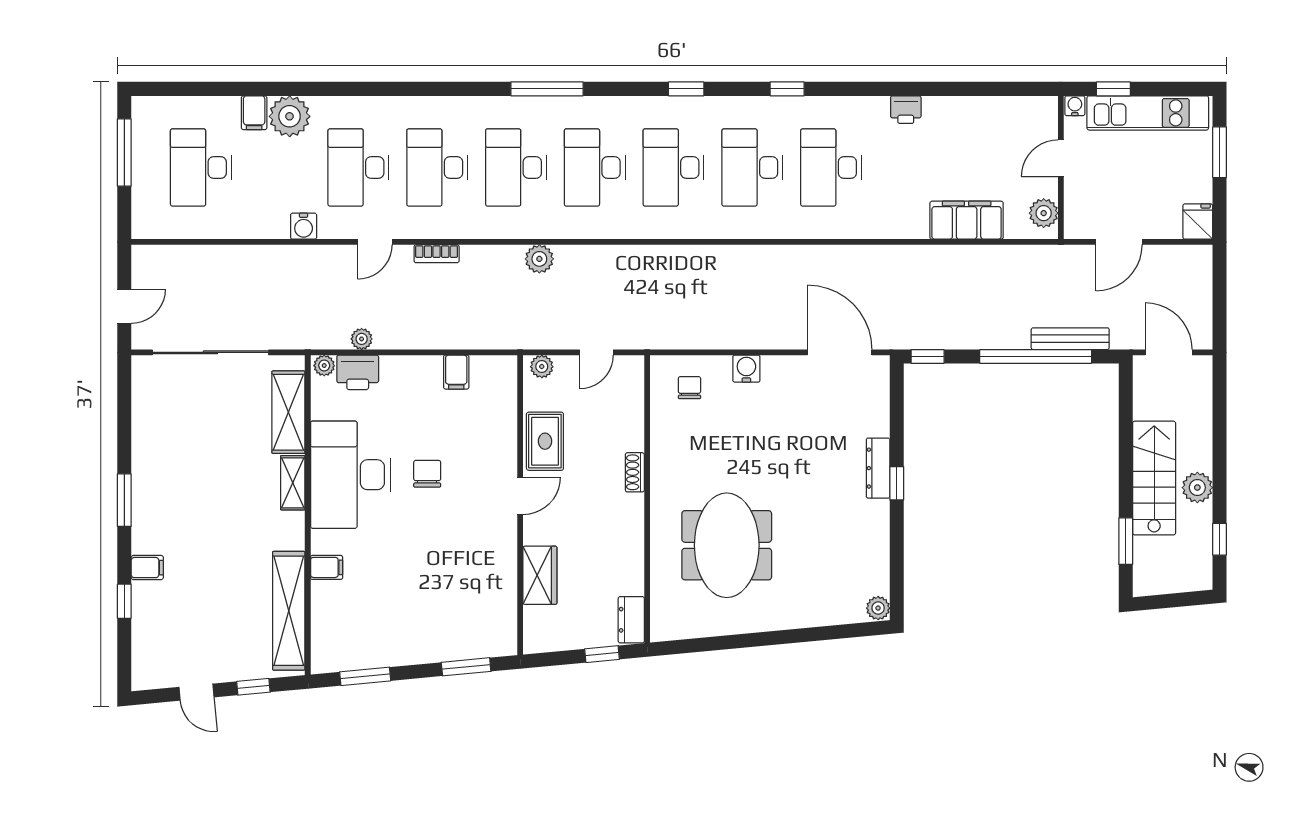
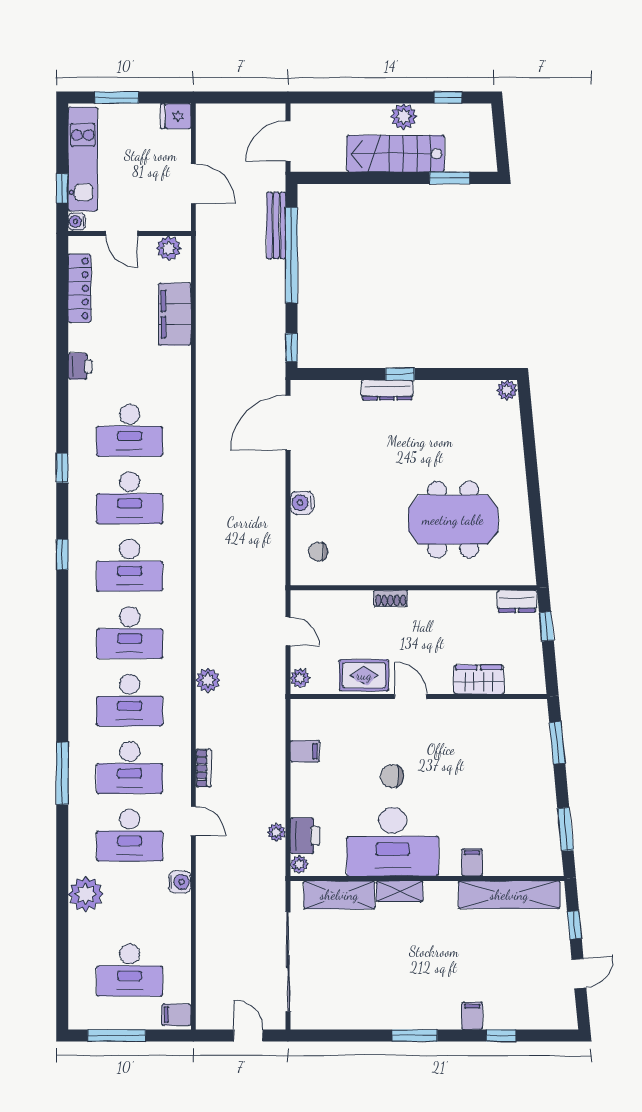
window: (547, 89) -> (62, 773), moved
locker: (997, 109) -> (79, 288), added
filing cabinet: (254, 113) -> (177, 1015), moved, turned 180

